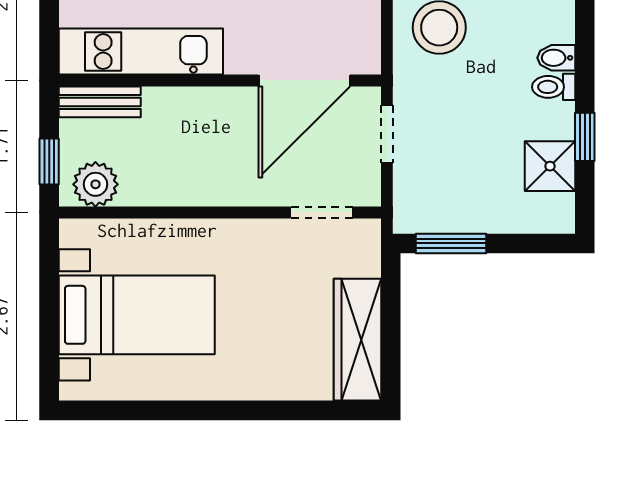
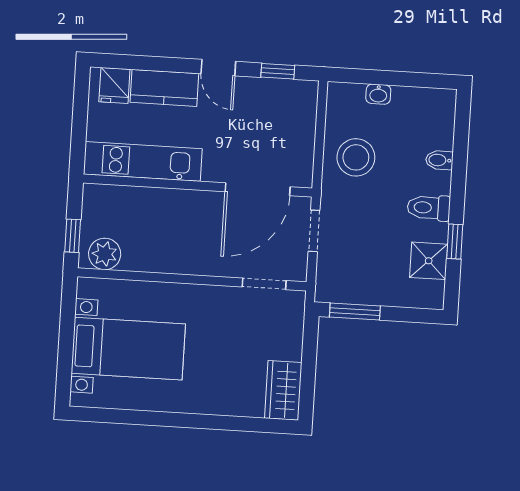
bidet: (556, 58) -> (439, 160), moved
toilet: (554, 87) -> (429, 208), width x1.37, depth x1.39
bench: (100, 102) -> (111, 196), removed
wardrobe: (357, 340) -> (283, 390), width x0.67

